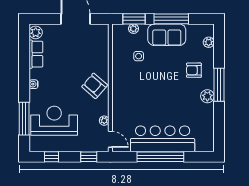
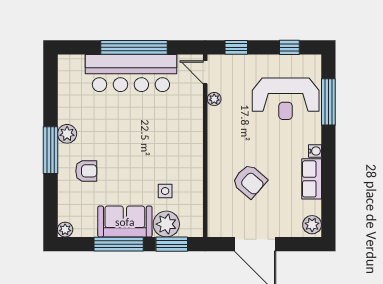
plant: (134, 29) -> (166, 224), width x1.88, depth x1.88
plant: (209, 42) -> (65, 230), moved
row of seats: (36, 54) -> (312, 179), moved
armchair: (95, 86) -> (250, 181), moved

